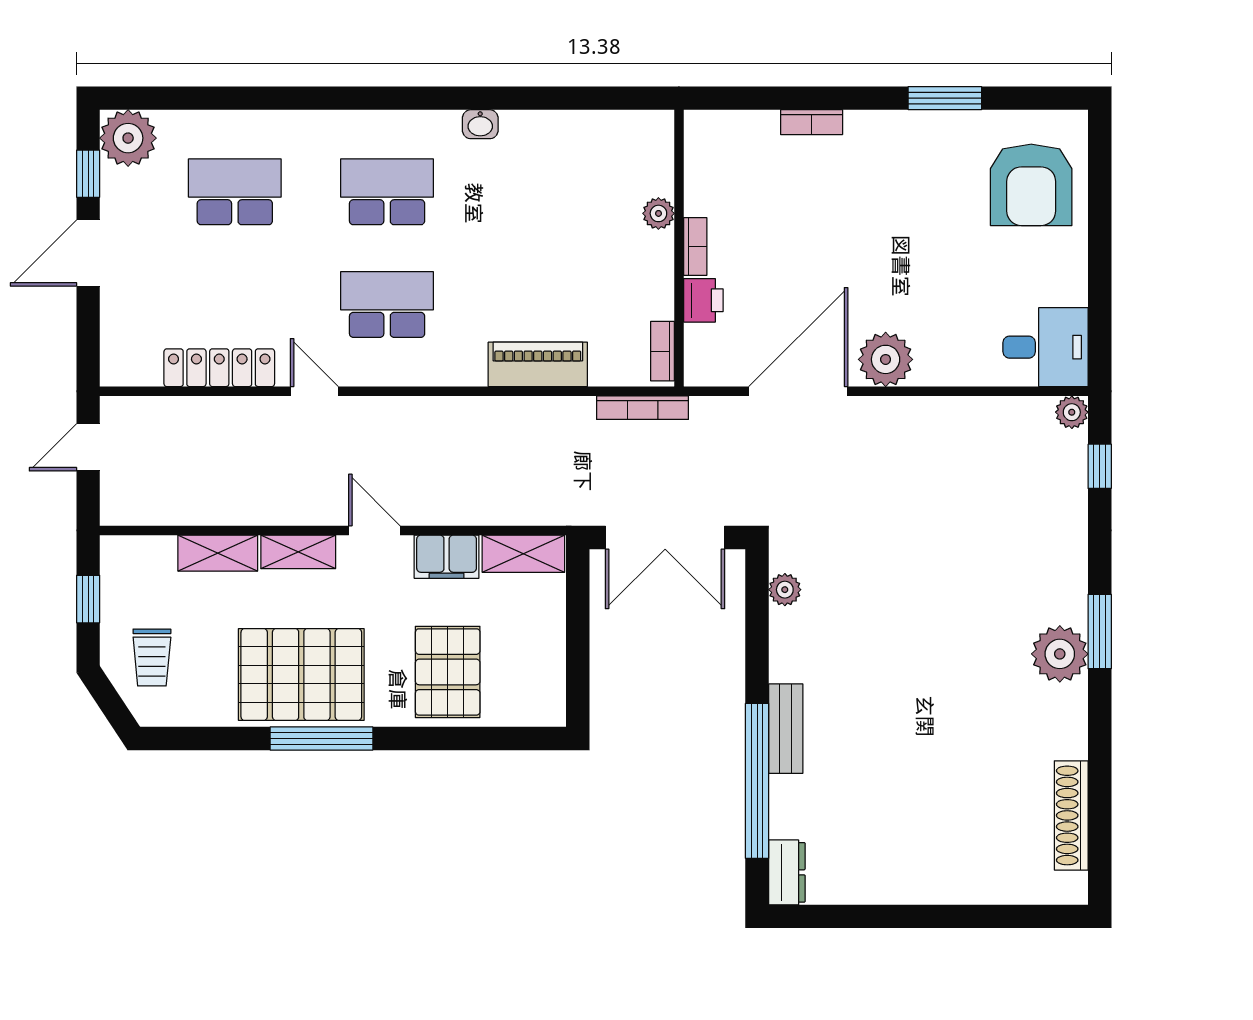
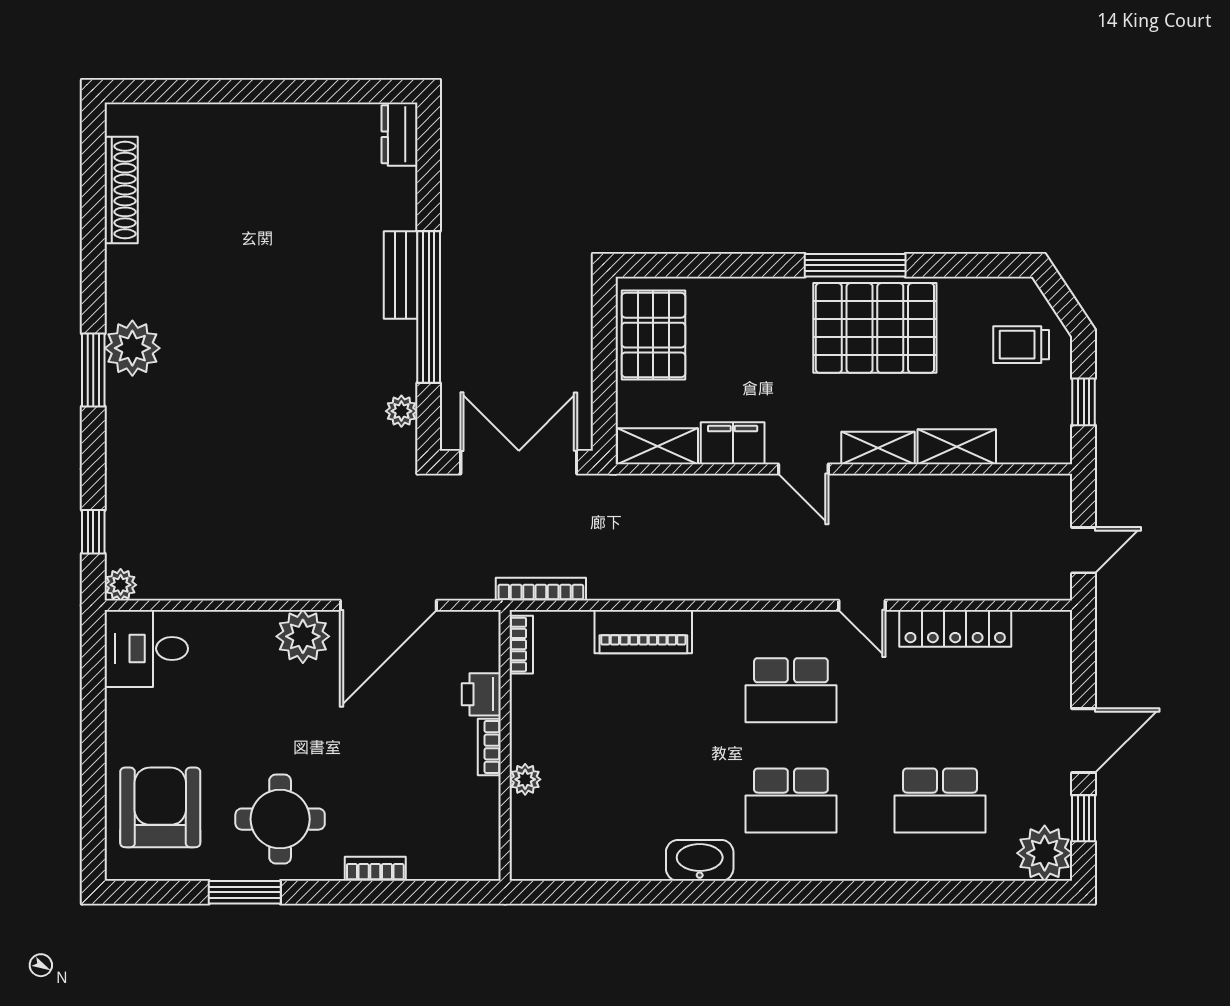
washbasin: (480, 124) -> (700, 860), width x1.91, depth x1.45
round table: (909, 173) -> (280, 819), added
trolley: (152, 657) -> (1021, 345), turned -90
pallet: (448, 672) -> (653, 335), moved
window: (757, 781) -> (429, 307), moved

